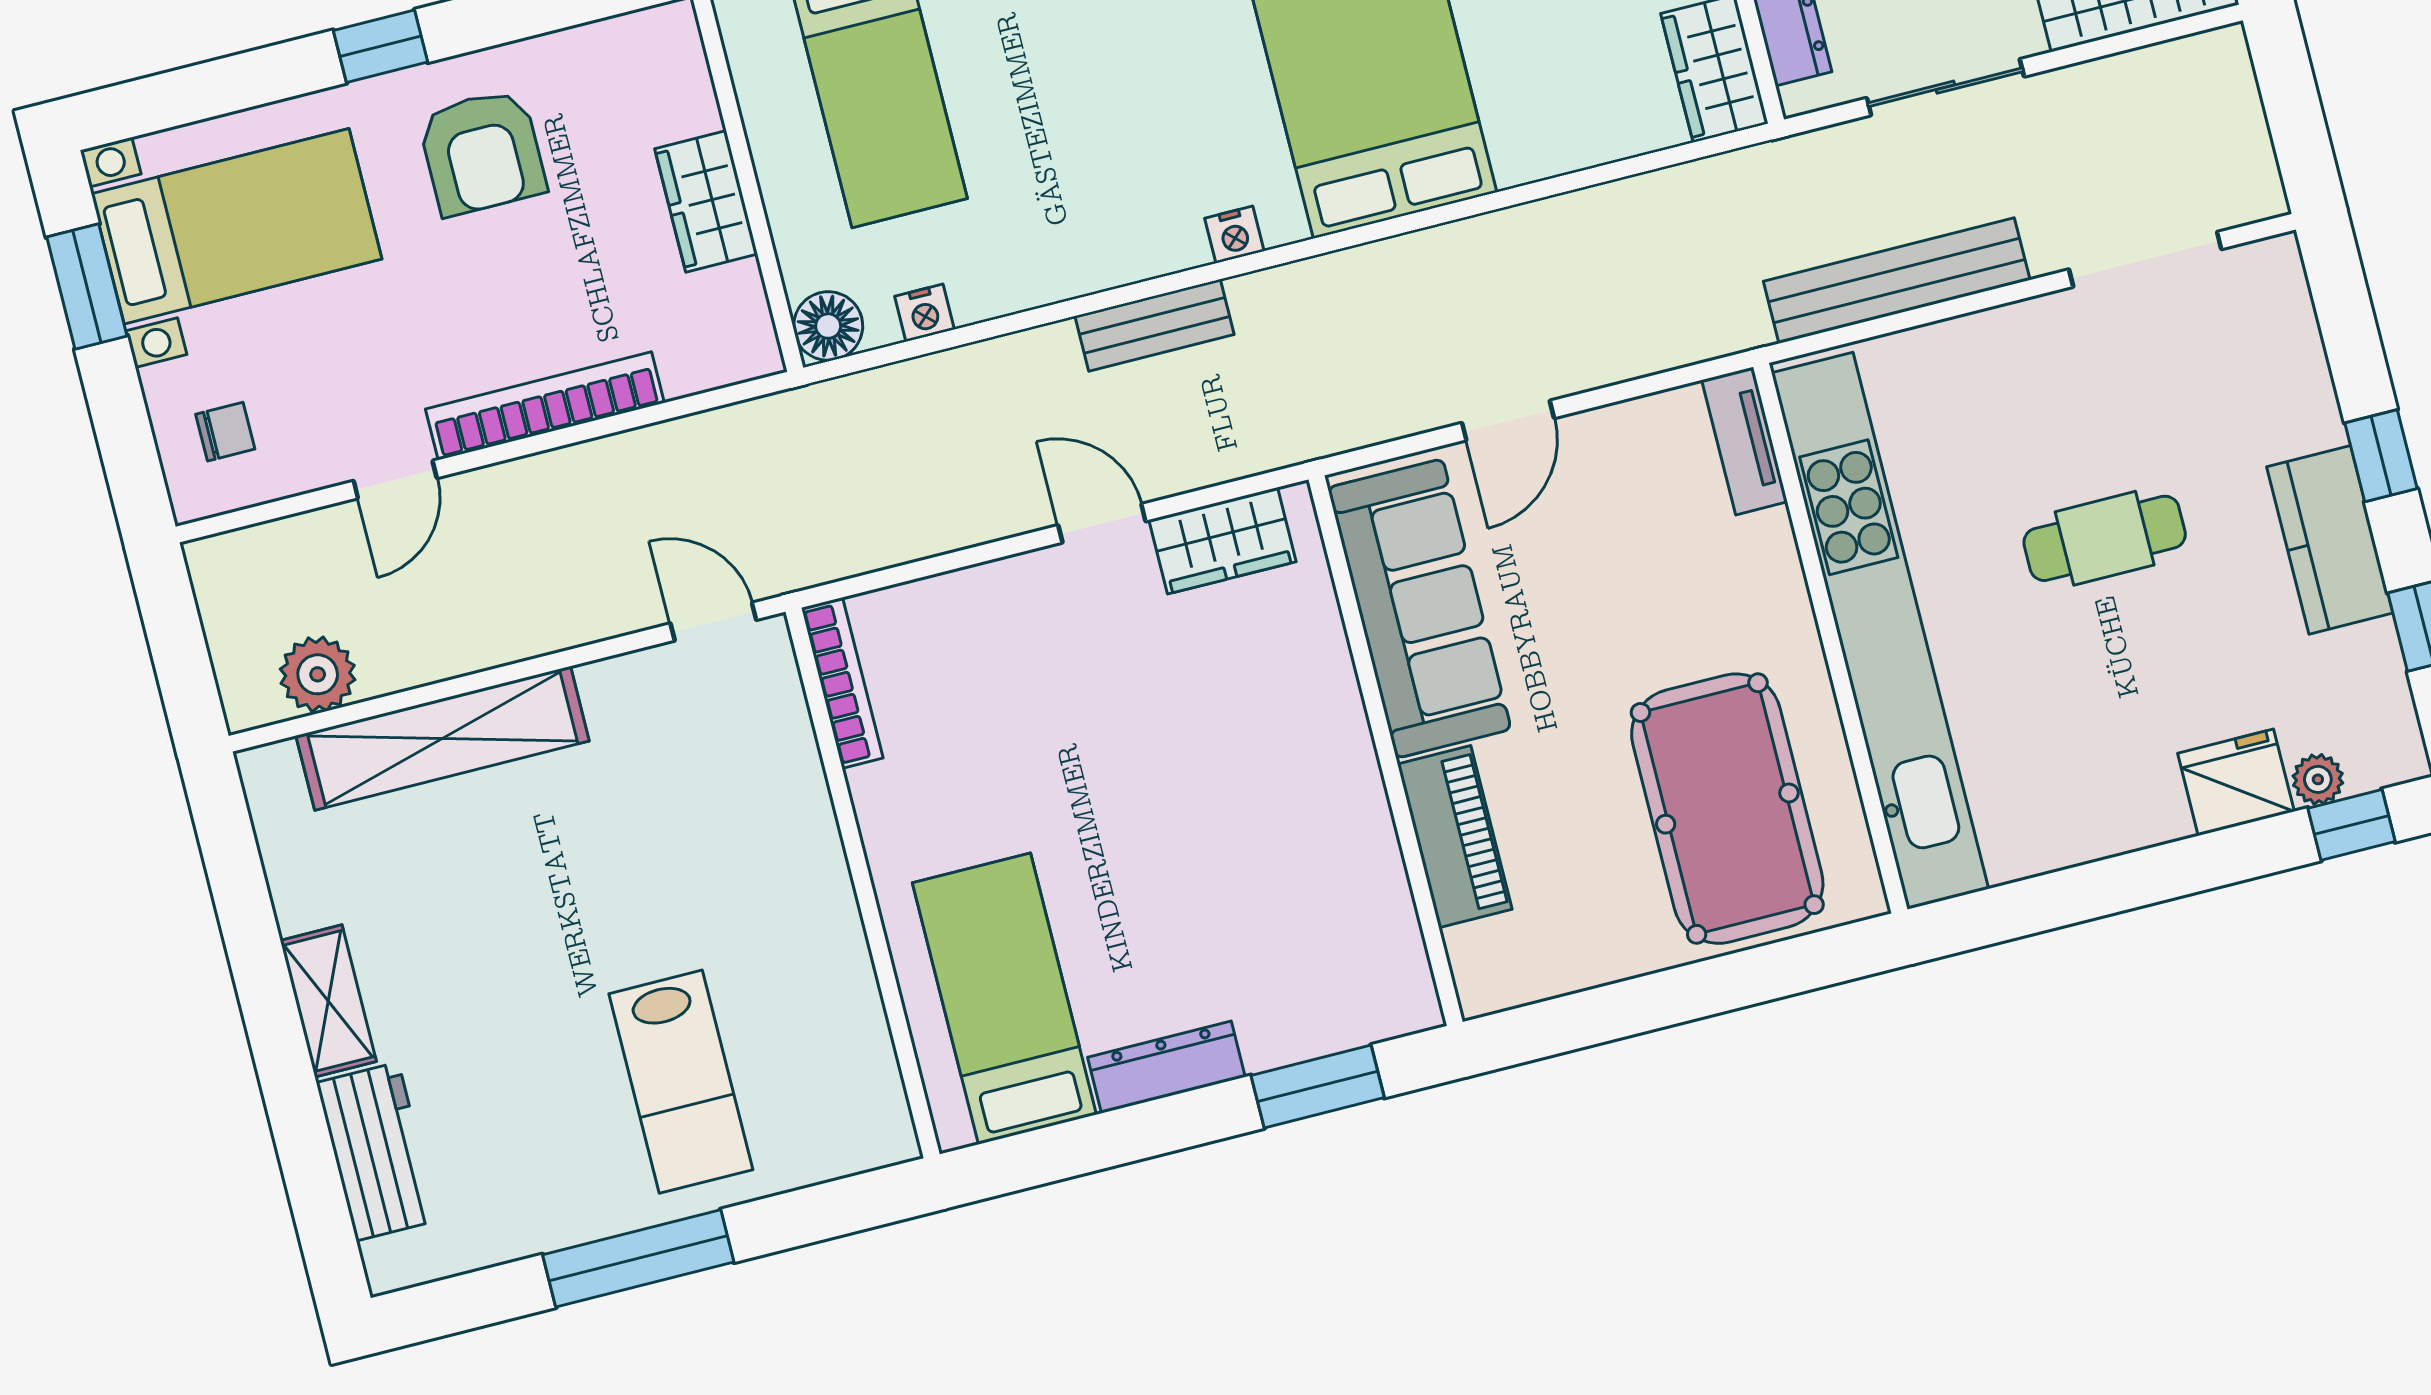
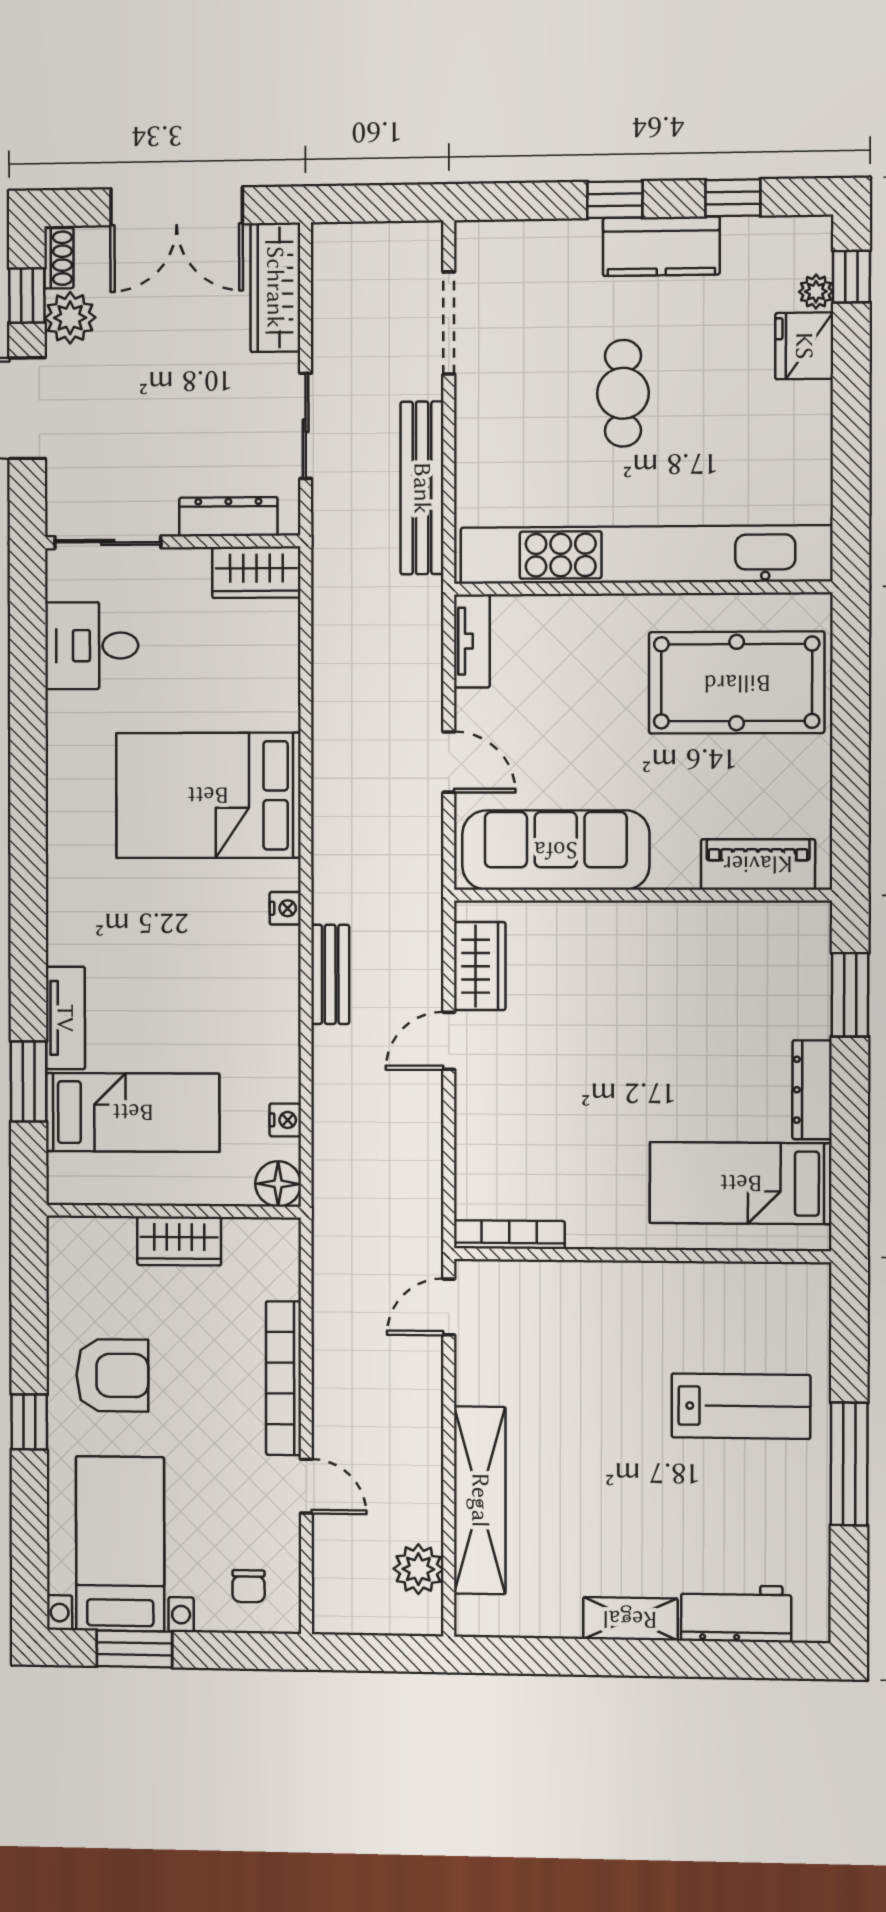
chair: (225, 432) -> (249, 1586), turned 180
tv unit: (1745, 441) -> (472, 641), moved, turned -90
piano: (1455, 837) -> (758, 864), moved

